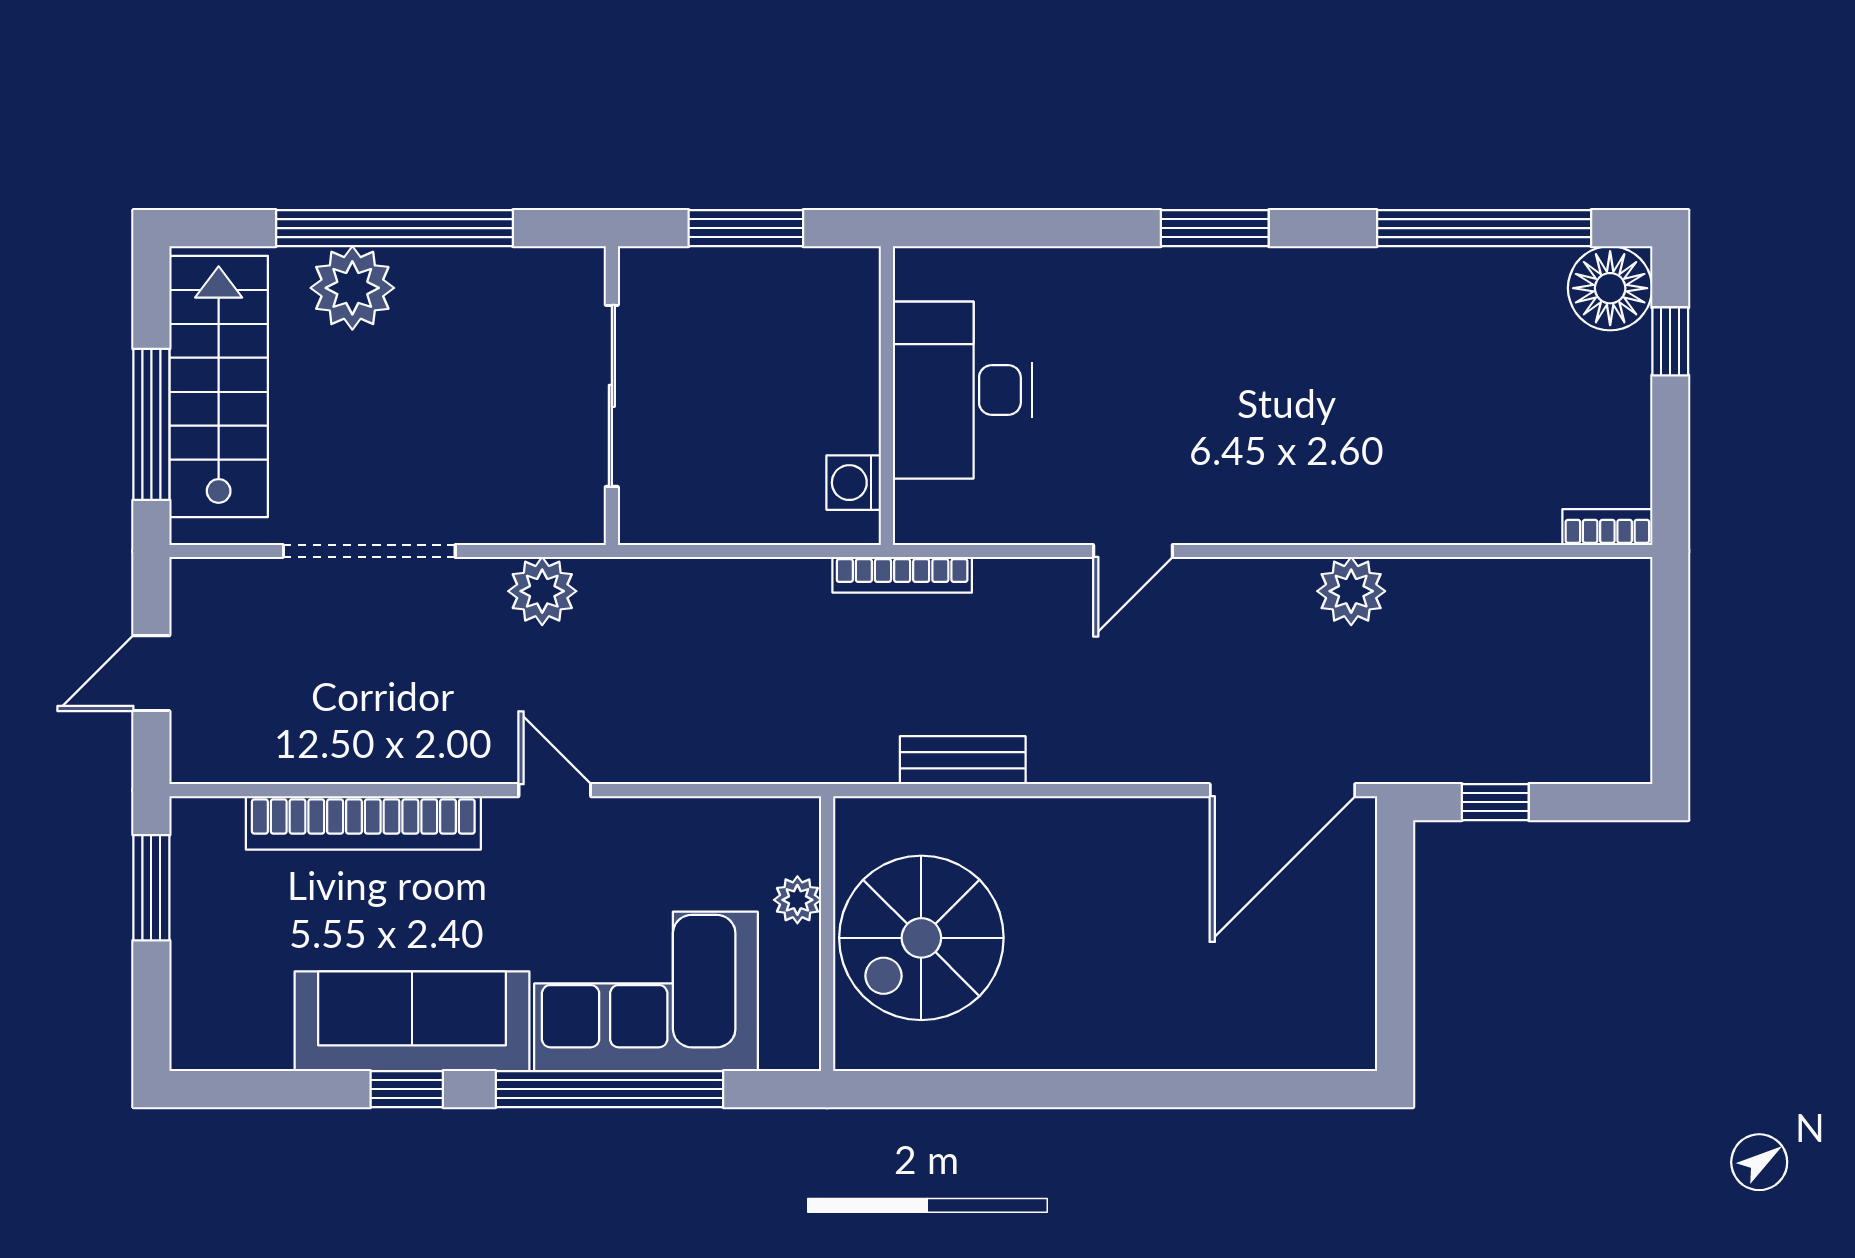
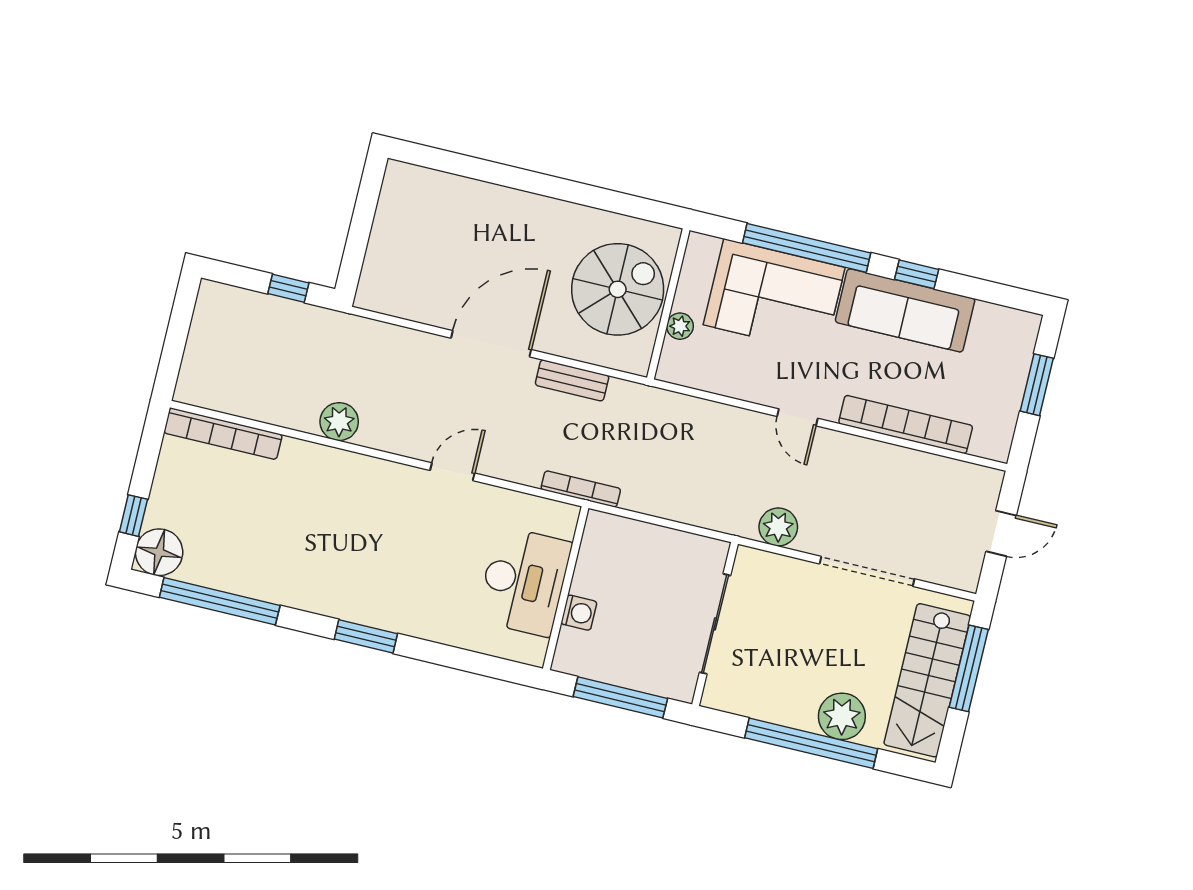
window: (746, 228) -> (620, 697), width x1.44
washing machine: (854, 483) -> (579, 613), moved
bookcase: (1607, 527) -> (223, 434), width x2.31, depth x1.31
door: (1282, 790) -> (491, 344), moved
window: (151, 888) -> (1037, 385), moved

